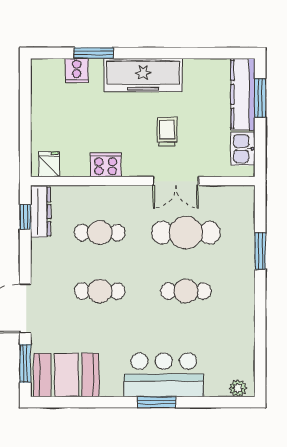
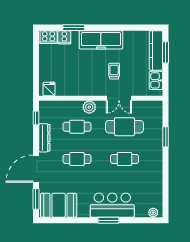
cooker: (106, 165) -> (49, 37), moved, turned 180
plant: (122, 197) -> (89, 107), added
dresser: (41, 212) -> (44, 138), moved

